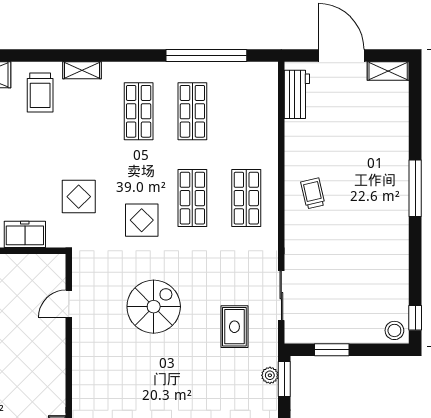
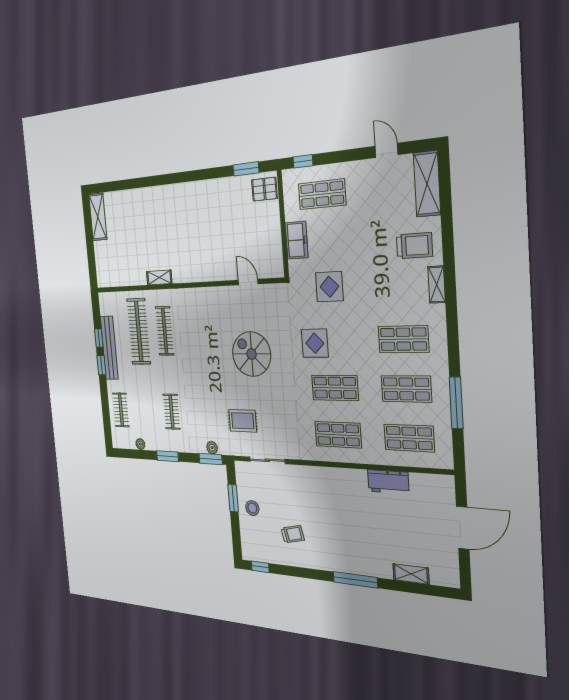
window: (206, 56) -> (456, 403), width x0.68
shelving: (388, 71) -> (411, 574), moved, turned 90
trolley: (40, 93) -> (414, 246), turned 180
workbench: (297, 94) -> (388, 482), moved
shop shelf: (246, 111) -> (409, 438), added
trolley: (313, 193) -> (293, 534), moved
spiral stairs: (154, 307) -> (252, 354), turned 180
stool: (394, 330) -> (252, 508), moved

